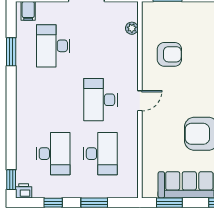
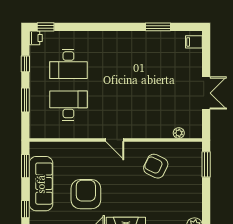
desk: (53, 46) -> (163, 64), removed
armchair: (169, 54) -> (156, 166), turned 116
desk: (100, 100) -> (116, 105), removed
desk: (100, 154) -> (68, 105), turned 180

